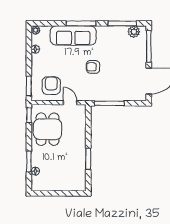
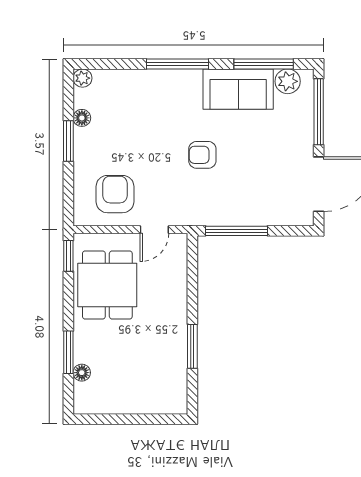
sofa: (73, 35) -> (238, 89), moved, width x0.73
window: (29, 86) -> (68, 141), moved
door: (70, 103) -> (154, 230), swing flipped

